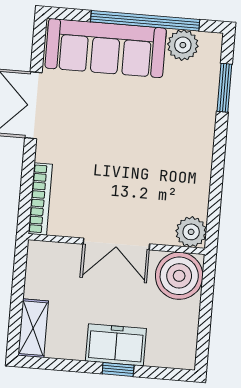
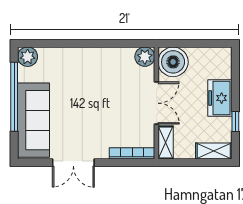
plant: (183, 45) -> (28, 57), moved
window: (224, 88) -> (52, 43), removed
shelving: (53, 253) -> (166, 143), added
window: (118, 370) -> (235, 122), moved

